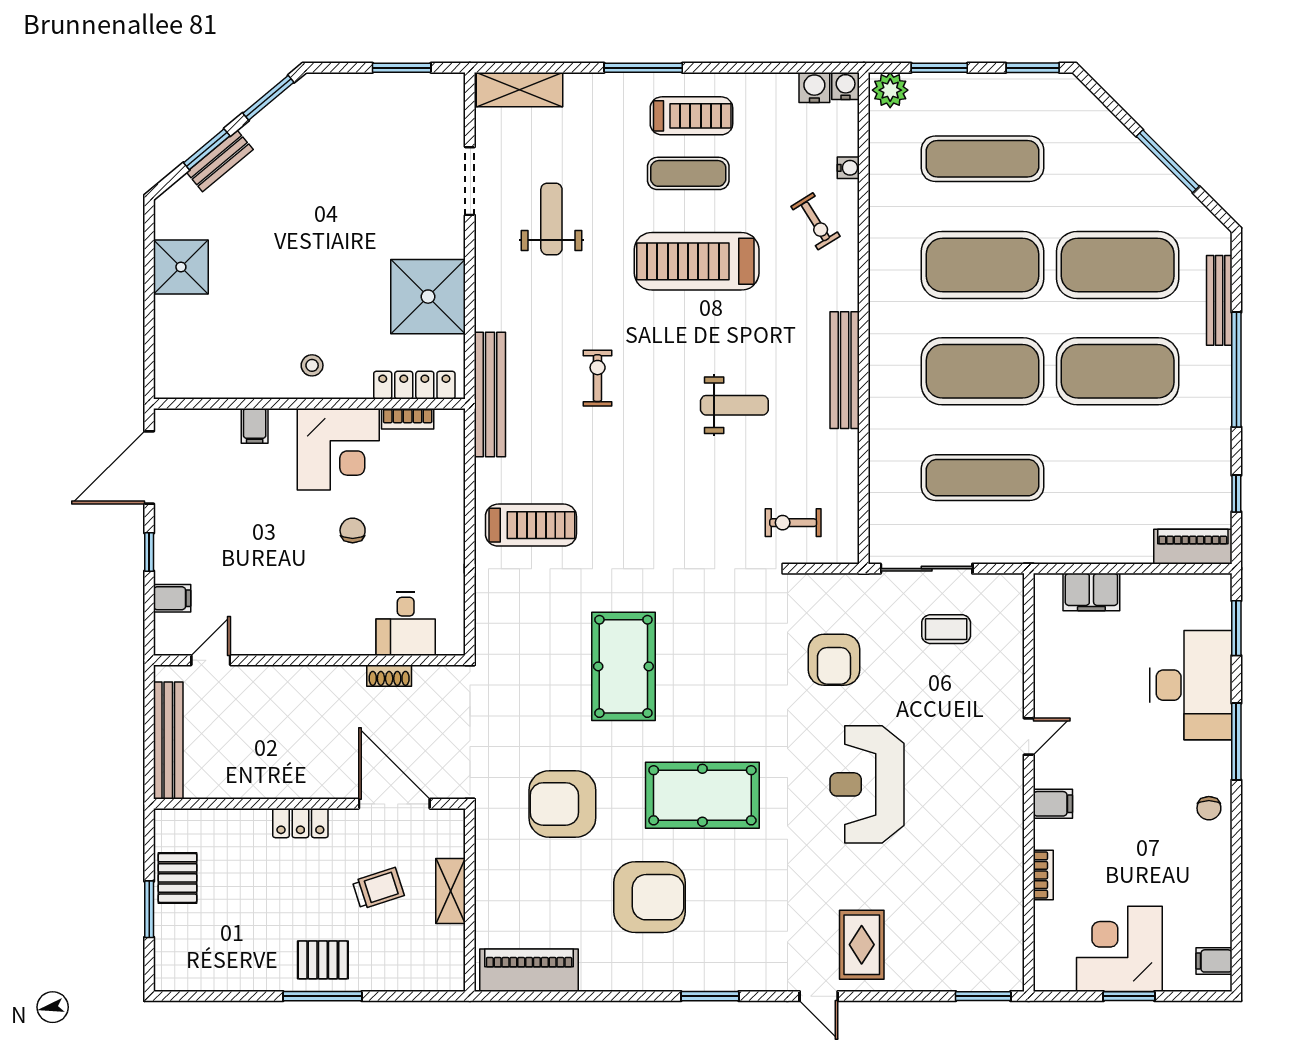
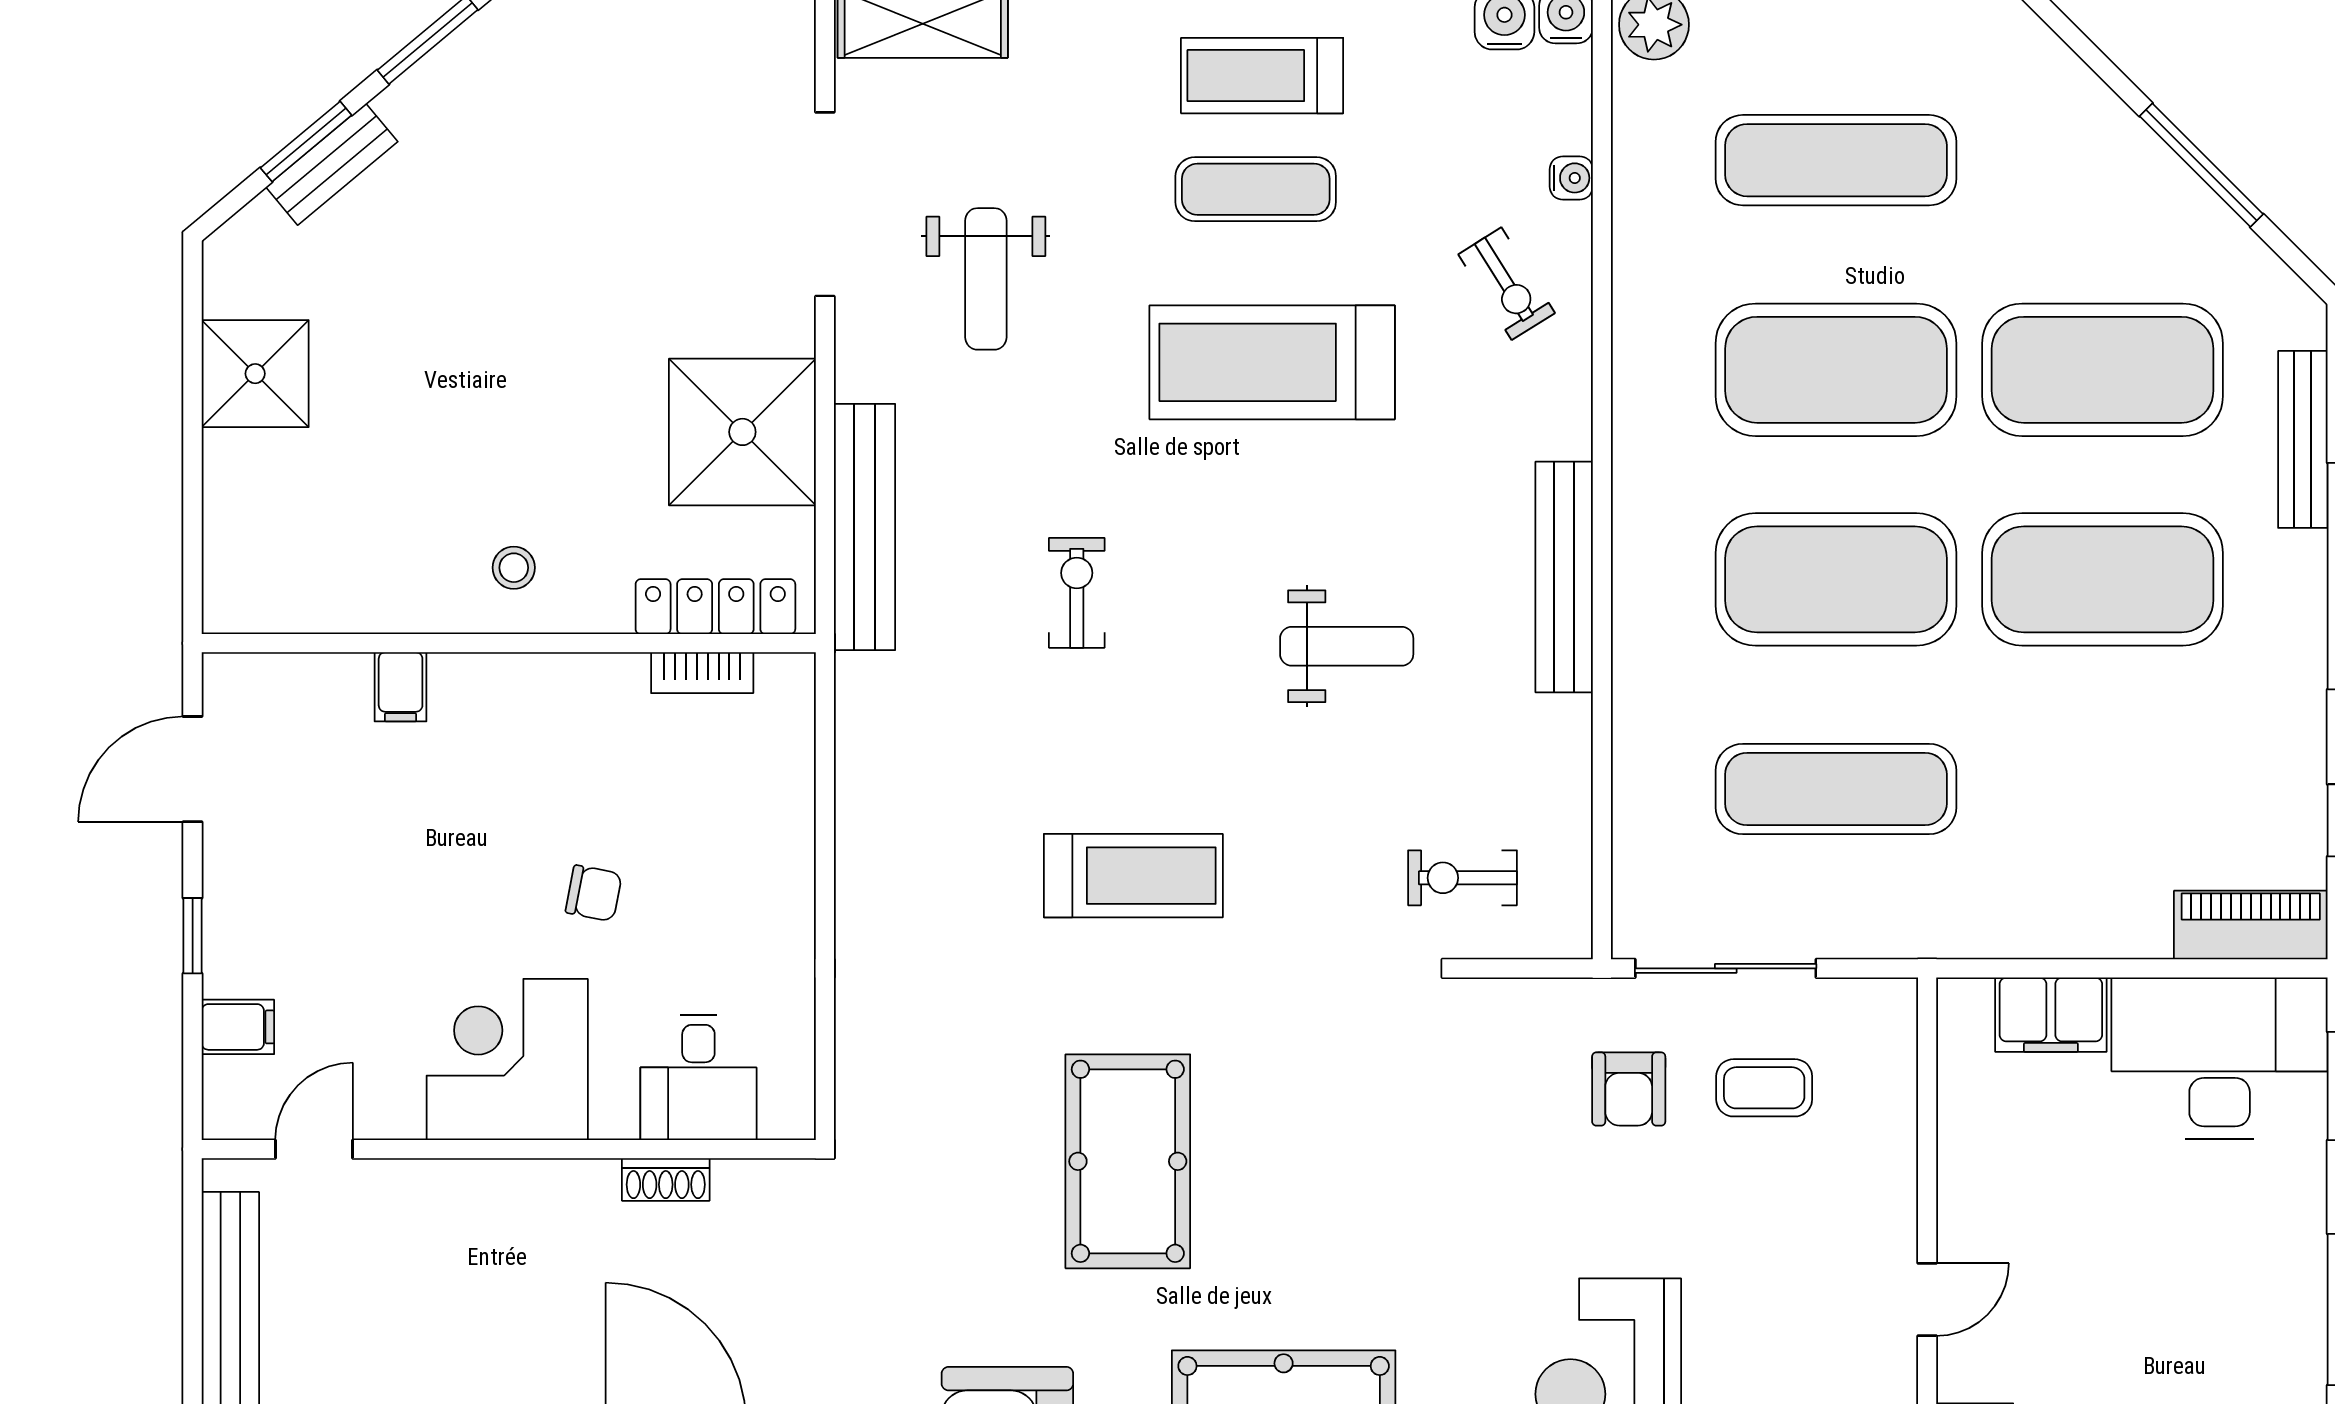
treadmill: (691, 116) -> (1262, 76), turned 180
doorway: (470, 181) -> (825, 204), width x1.36
weight bench: (551, 219) -> (986, 279), turned 180
bench: (490, 394) -> (865, 527), moved
corner desk: (338, 449) -> (507, 1059), moved, turned 180
door: (149, 468) -> (193, 769), width x0.73
treadmill: (531, 525) -> (1133, 876), moved
chair: (353, 530) -> (594, 893), turned 101
armchair: (834, 660) -> (1629, 1089), moved, width x0.72, depth x0.72
desk: (1191, 685) -> (2220, 1058), moved, turned -90

